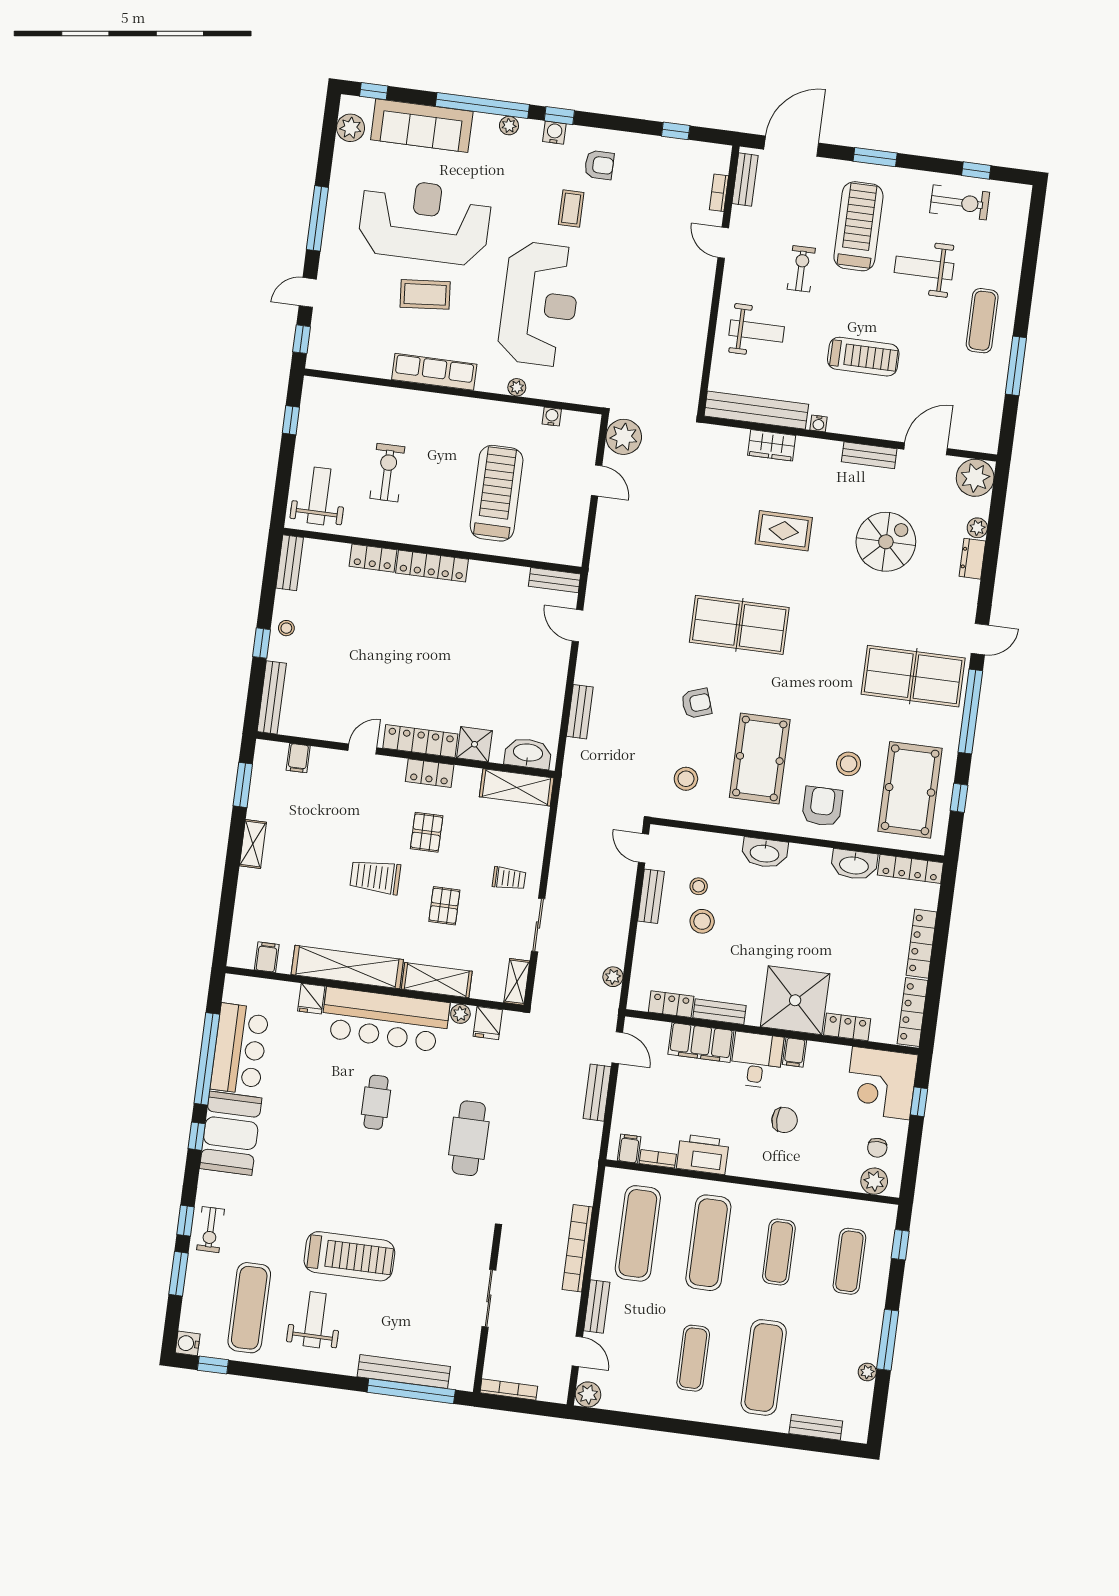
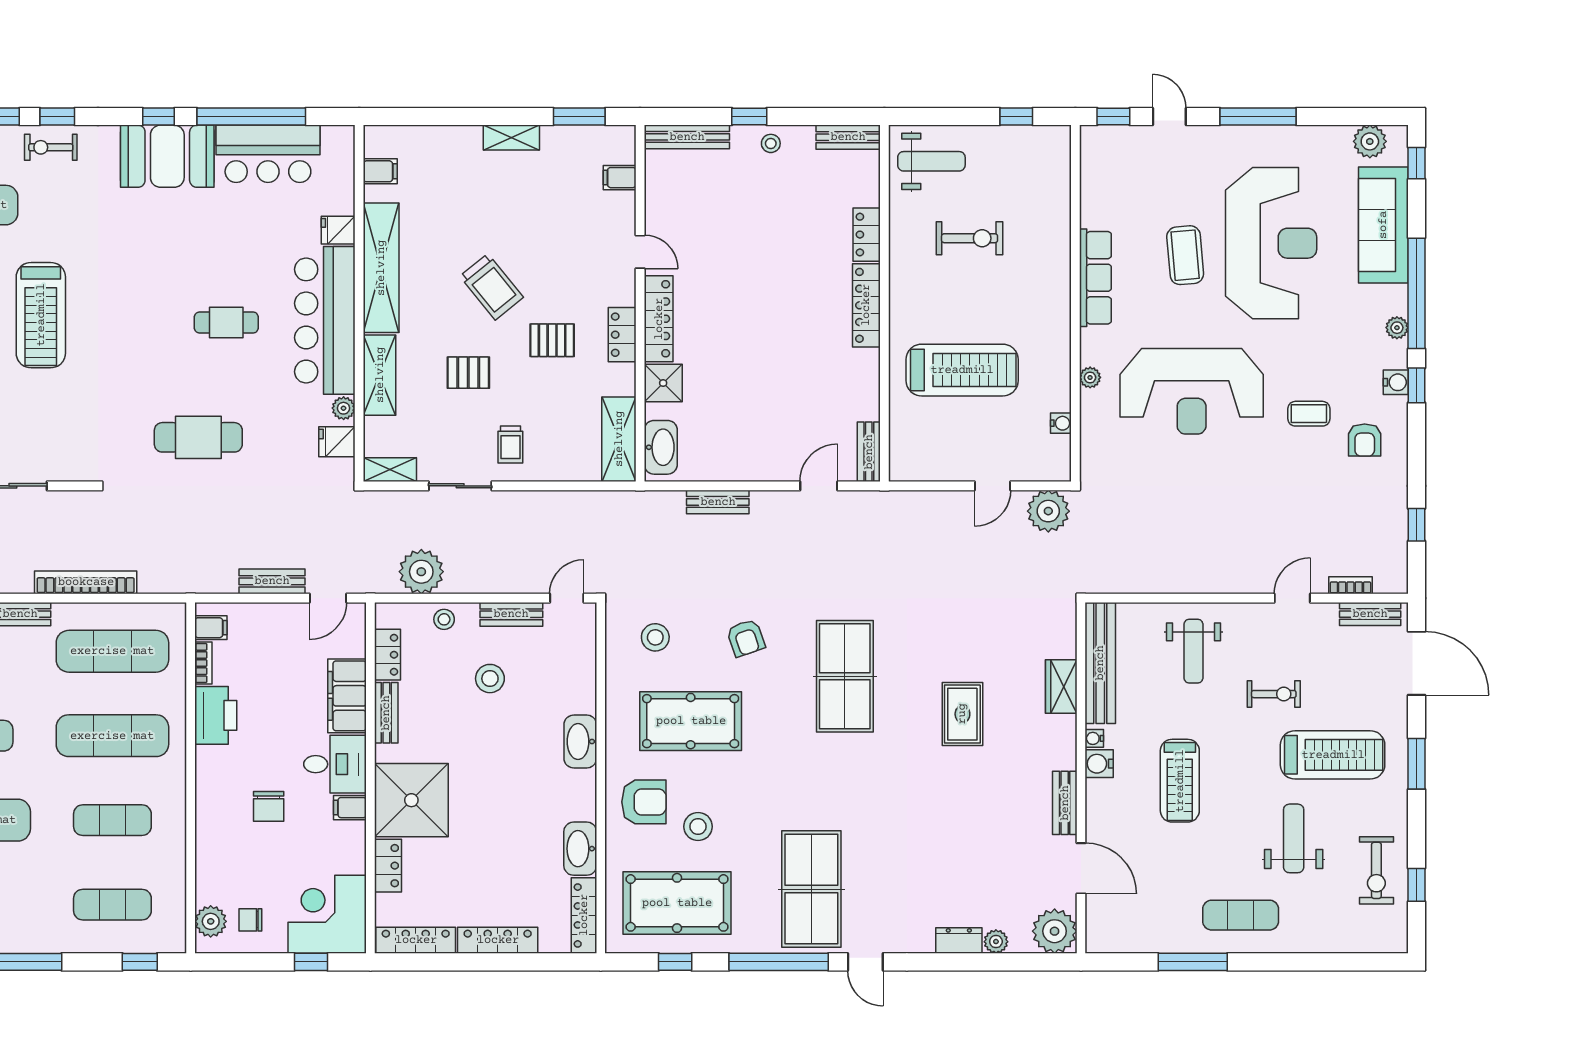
water cooler: (840, 422) -> (1099, 764), added
spiral stairs: (886, 542) -> (965, 836), removed
trolley: (375, 877) -> (492, 287), turned 141
stool: (699, 886) -> (444, 619), moved
plant: (613, 977) -> (421, 572), width x1.88, depth x1.88

